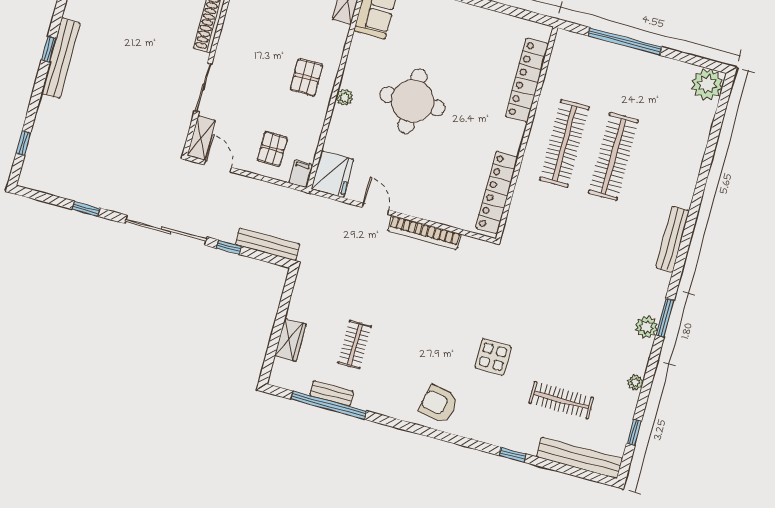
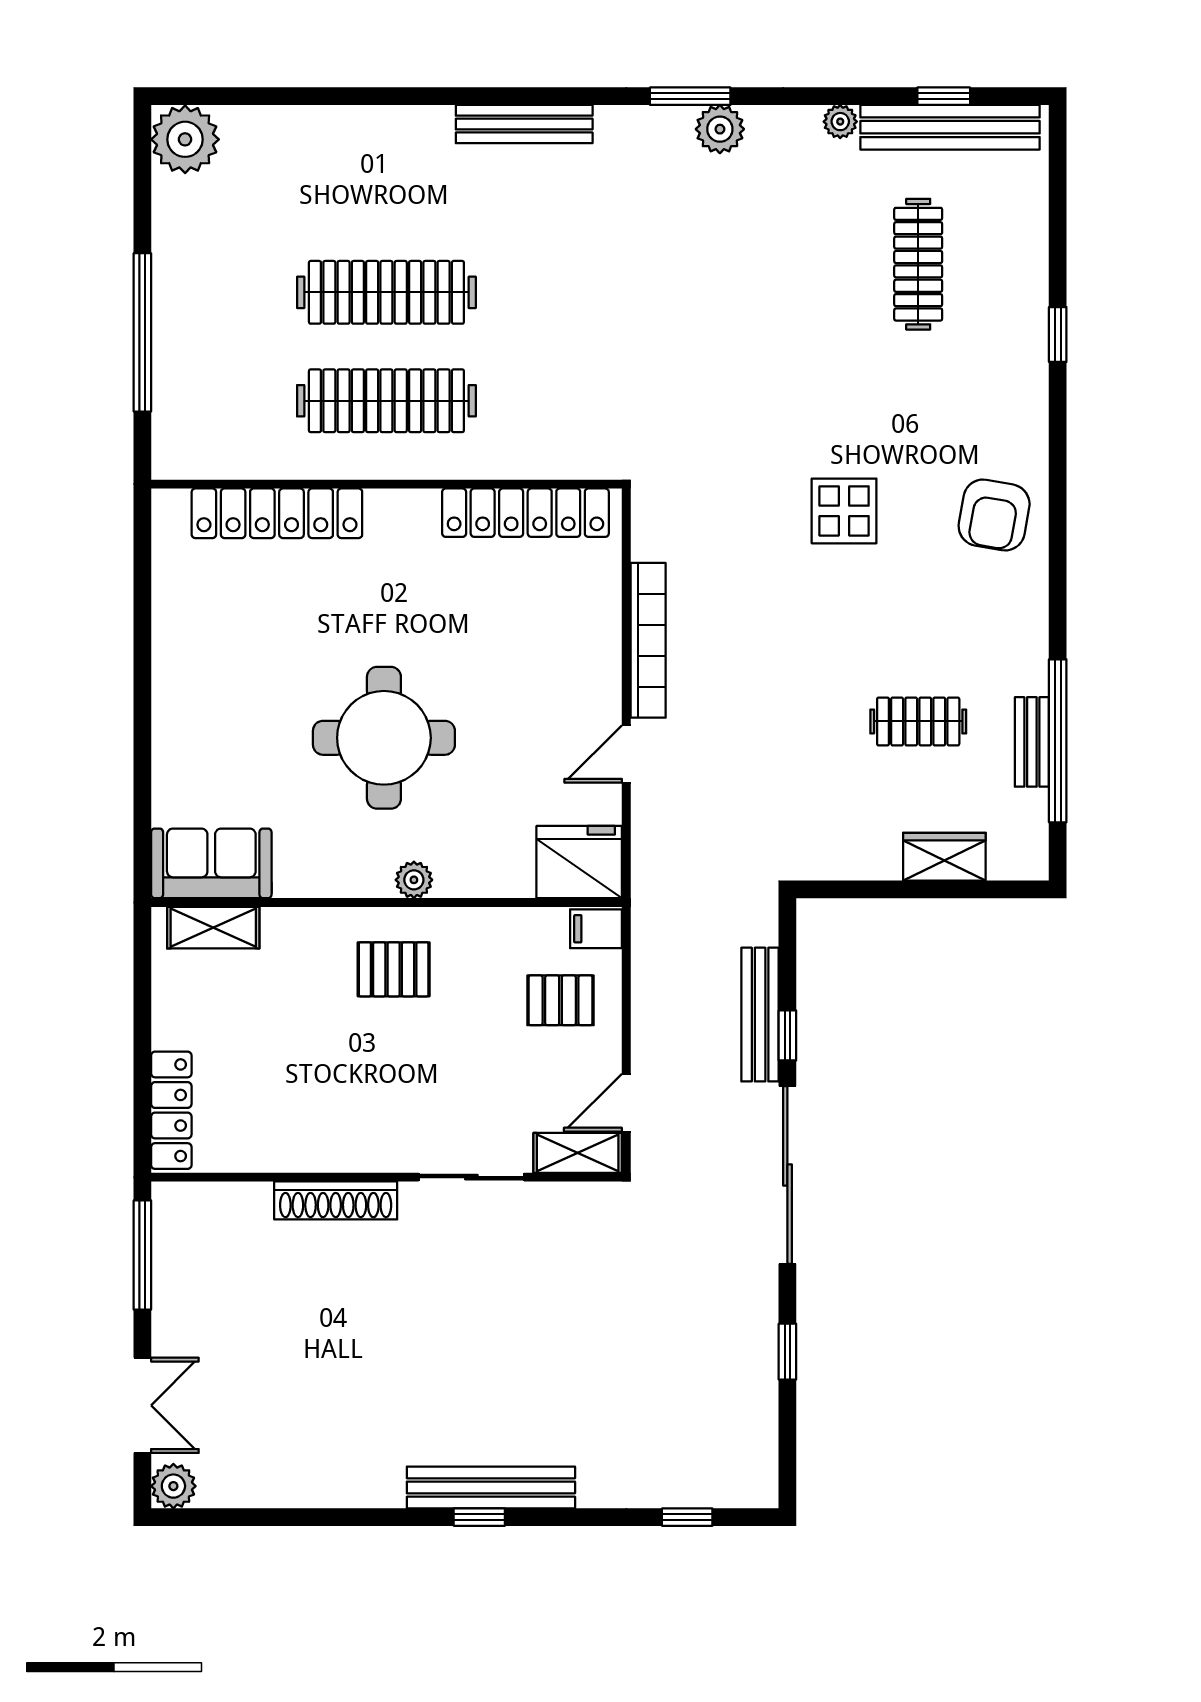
bench: (268, 244) -> (760, 1015), moved
display table: (493, 357) -> (844, 511), moved
bench: (579, 458) -> (950, 127), moved, turned 90

